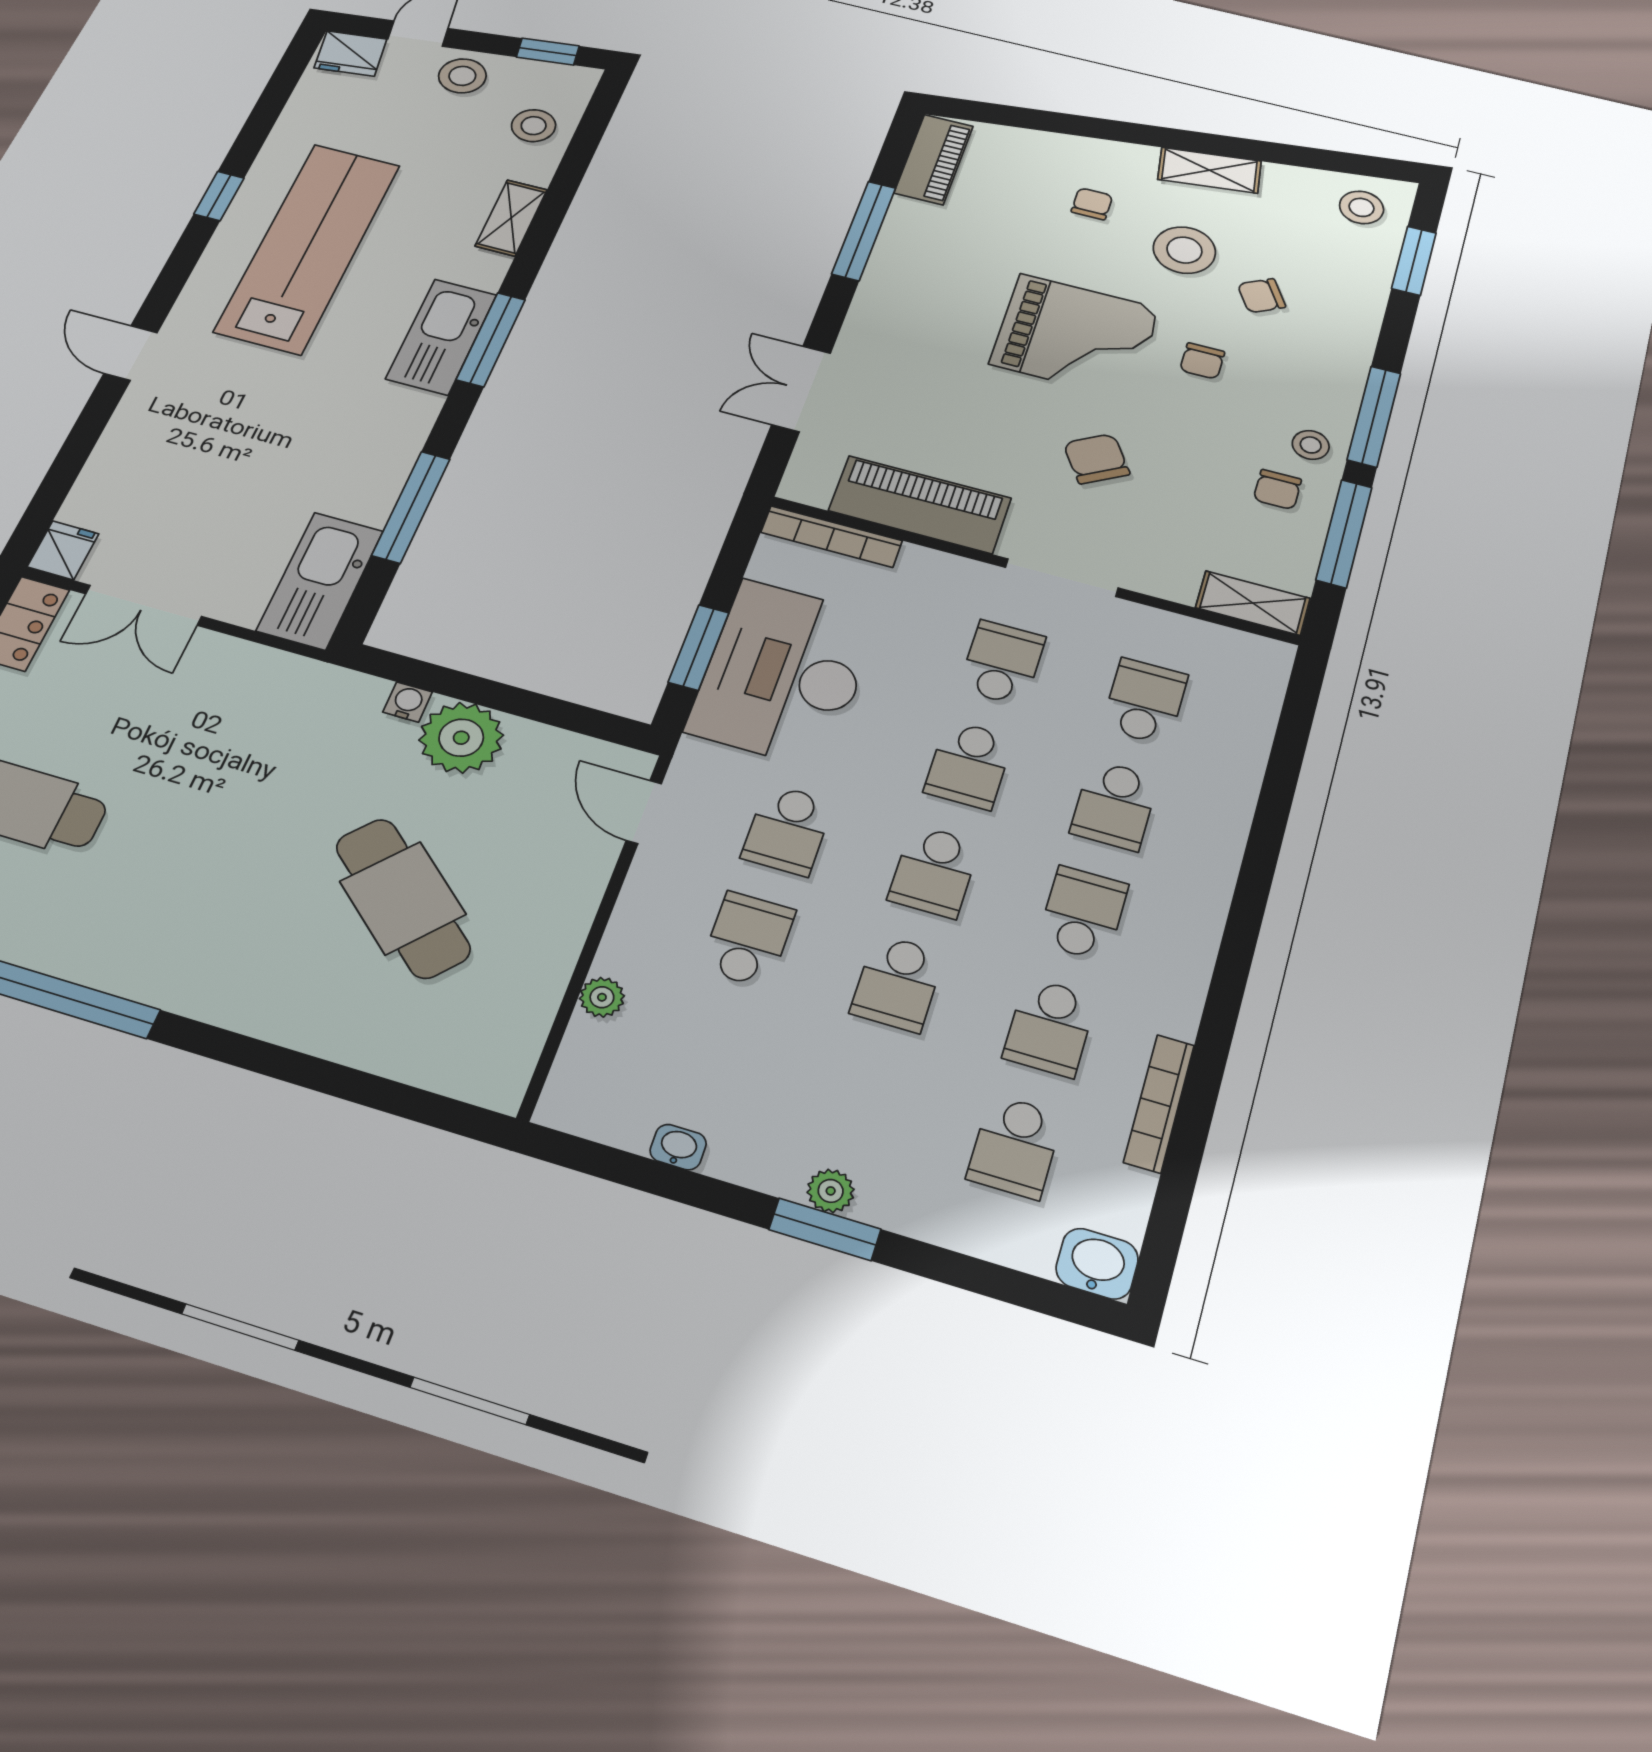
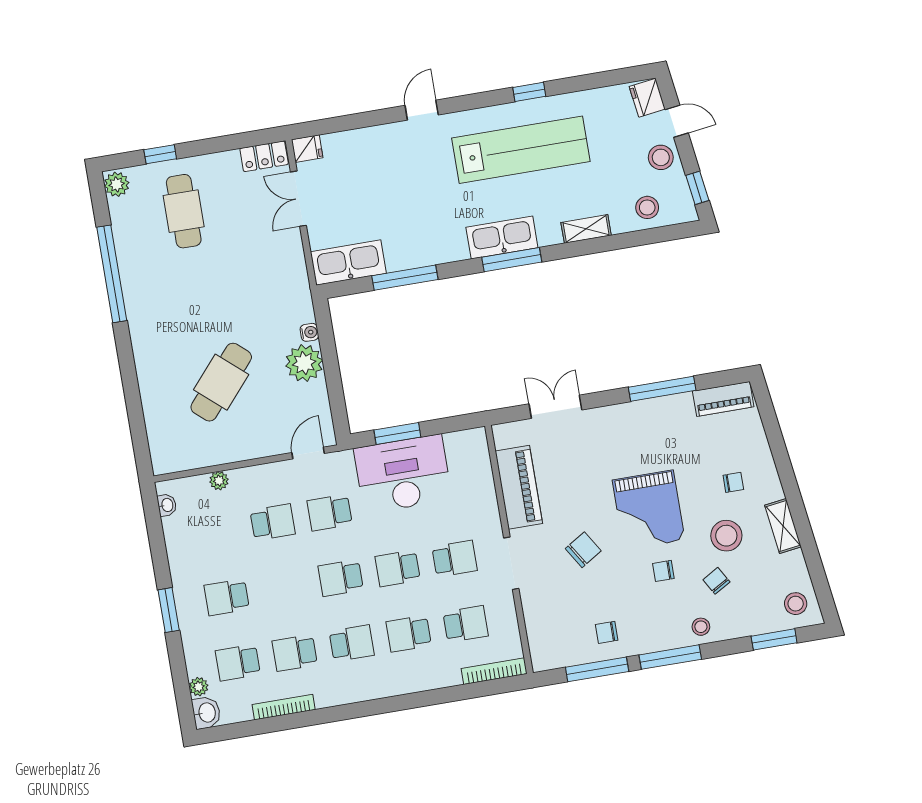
stool: (1311, 445) -> (701, 627), moved
bookcase: (831, 536) -> (494, 671), moved, turned 90
shelving: (1253, 603) -> (539, 647), removed
school desk: (897, 983) -> (227, 597), moved
washbasin: (678, 1147) -> (167, 505), moved
plant: (831, 1191) -> (199, 687), moved

